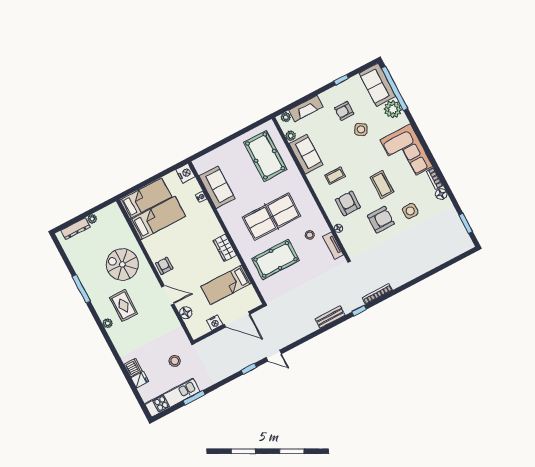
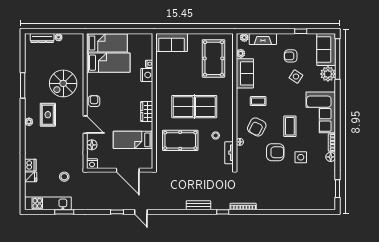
nightstand: (186, 173) -> (147, 75), moved
sofa: (217, 187) -> (172, 42), moved, turned 90
armchair: (348, 203) -> (257, 127), turned -153
spiral stairs: (122, 264) -> (63, 83), turned -90
nightstand: (215, 323) -> (92, 164), moved

